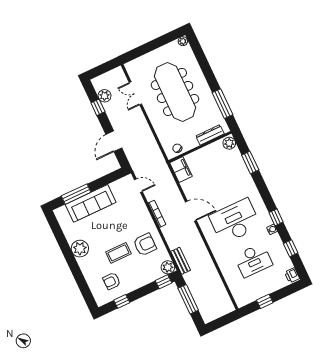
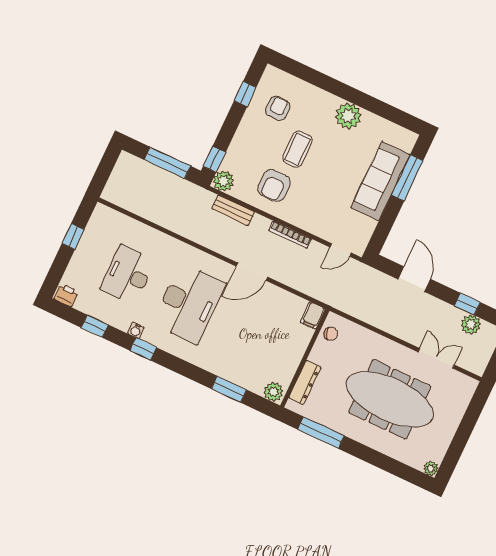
filing cabinet: (181, 170) -> (313, 316), width x0.50
bench: (181, 261) -> (233, 210), moved

